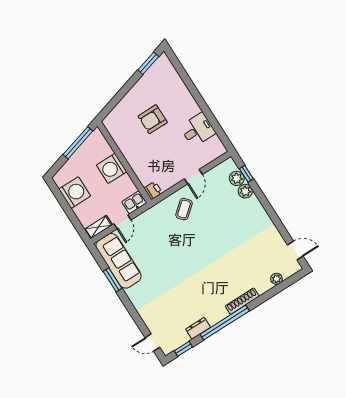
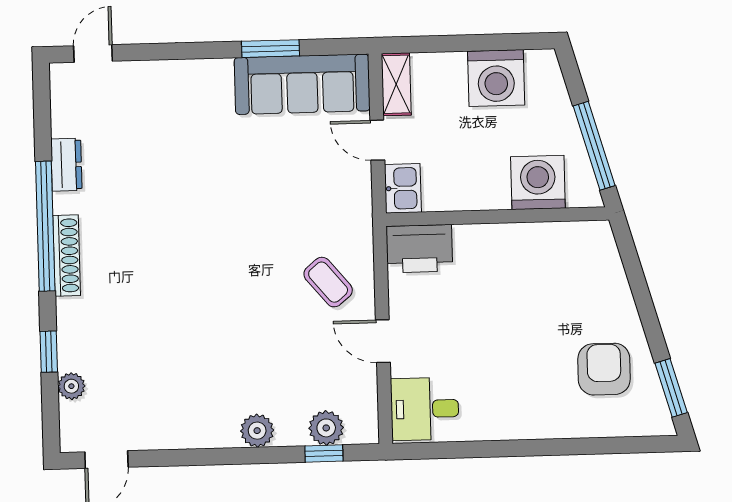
armchair: (153, 119) -> (604, 369), moved
desk: (198, 130) -> (425, 409), moved, turned 90
washing machine: (112, 168) -> (538, 182), moved
printer: (153, 191) -> (419, 249), width x1.87, depth x1.48
plant: (245, 191) -> (257, 431), moved
shoe rack: (242, 301) -> (67, 255), moved
window: (183, 349) -> (49, 352), moved

